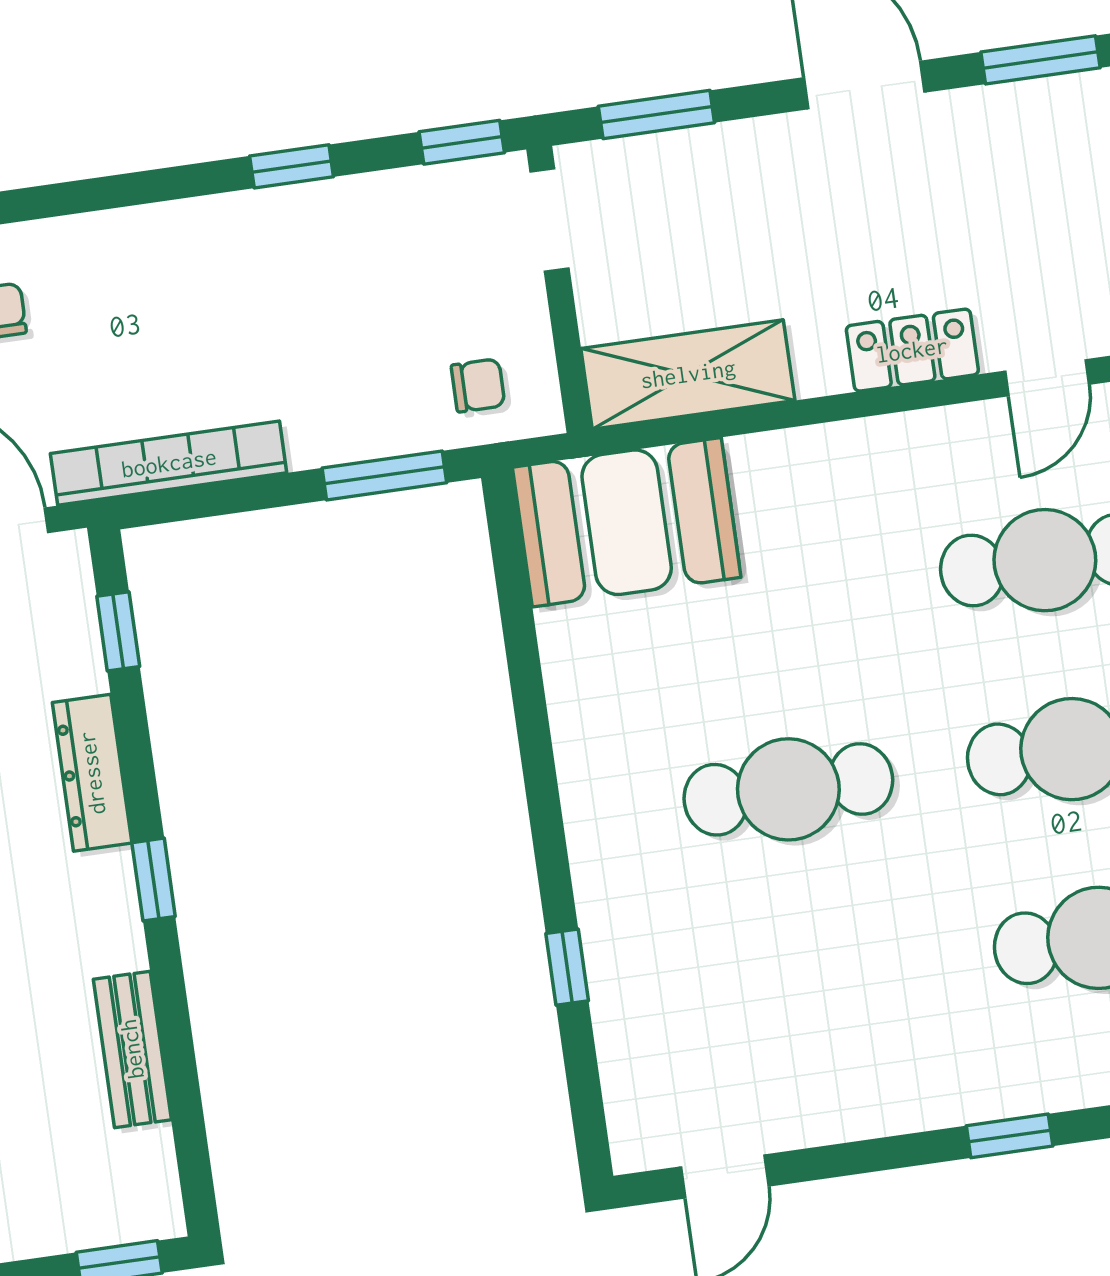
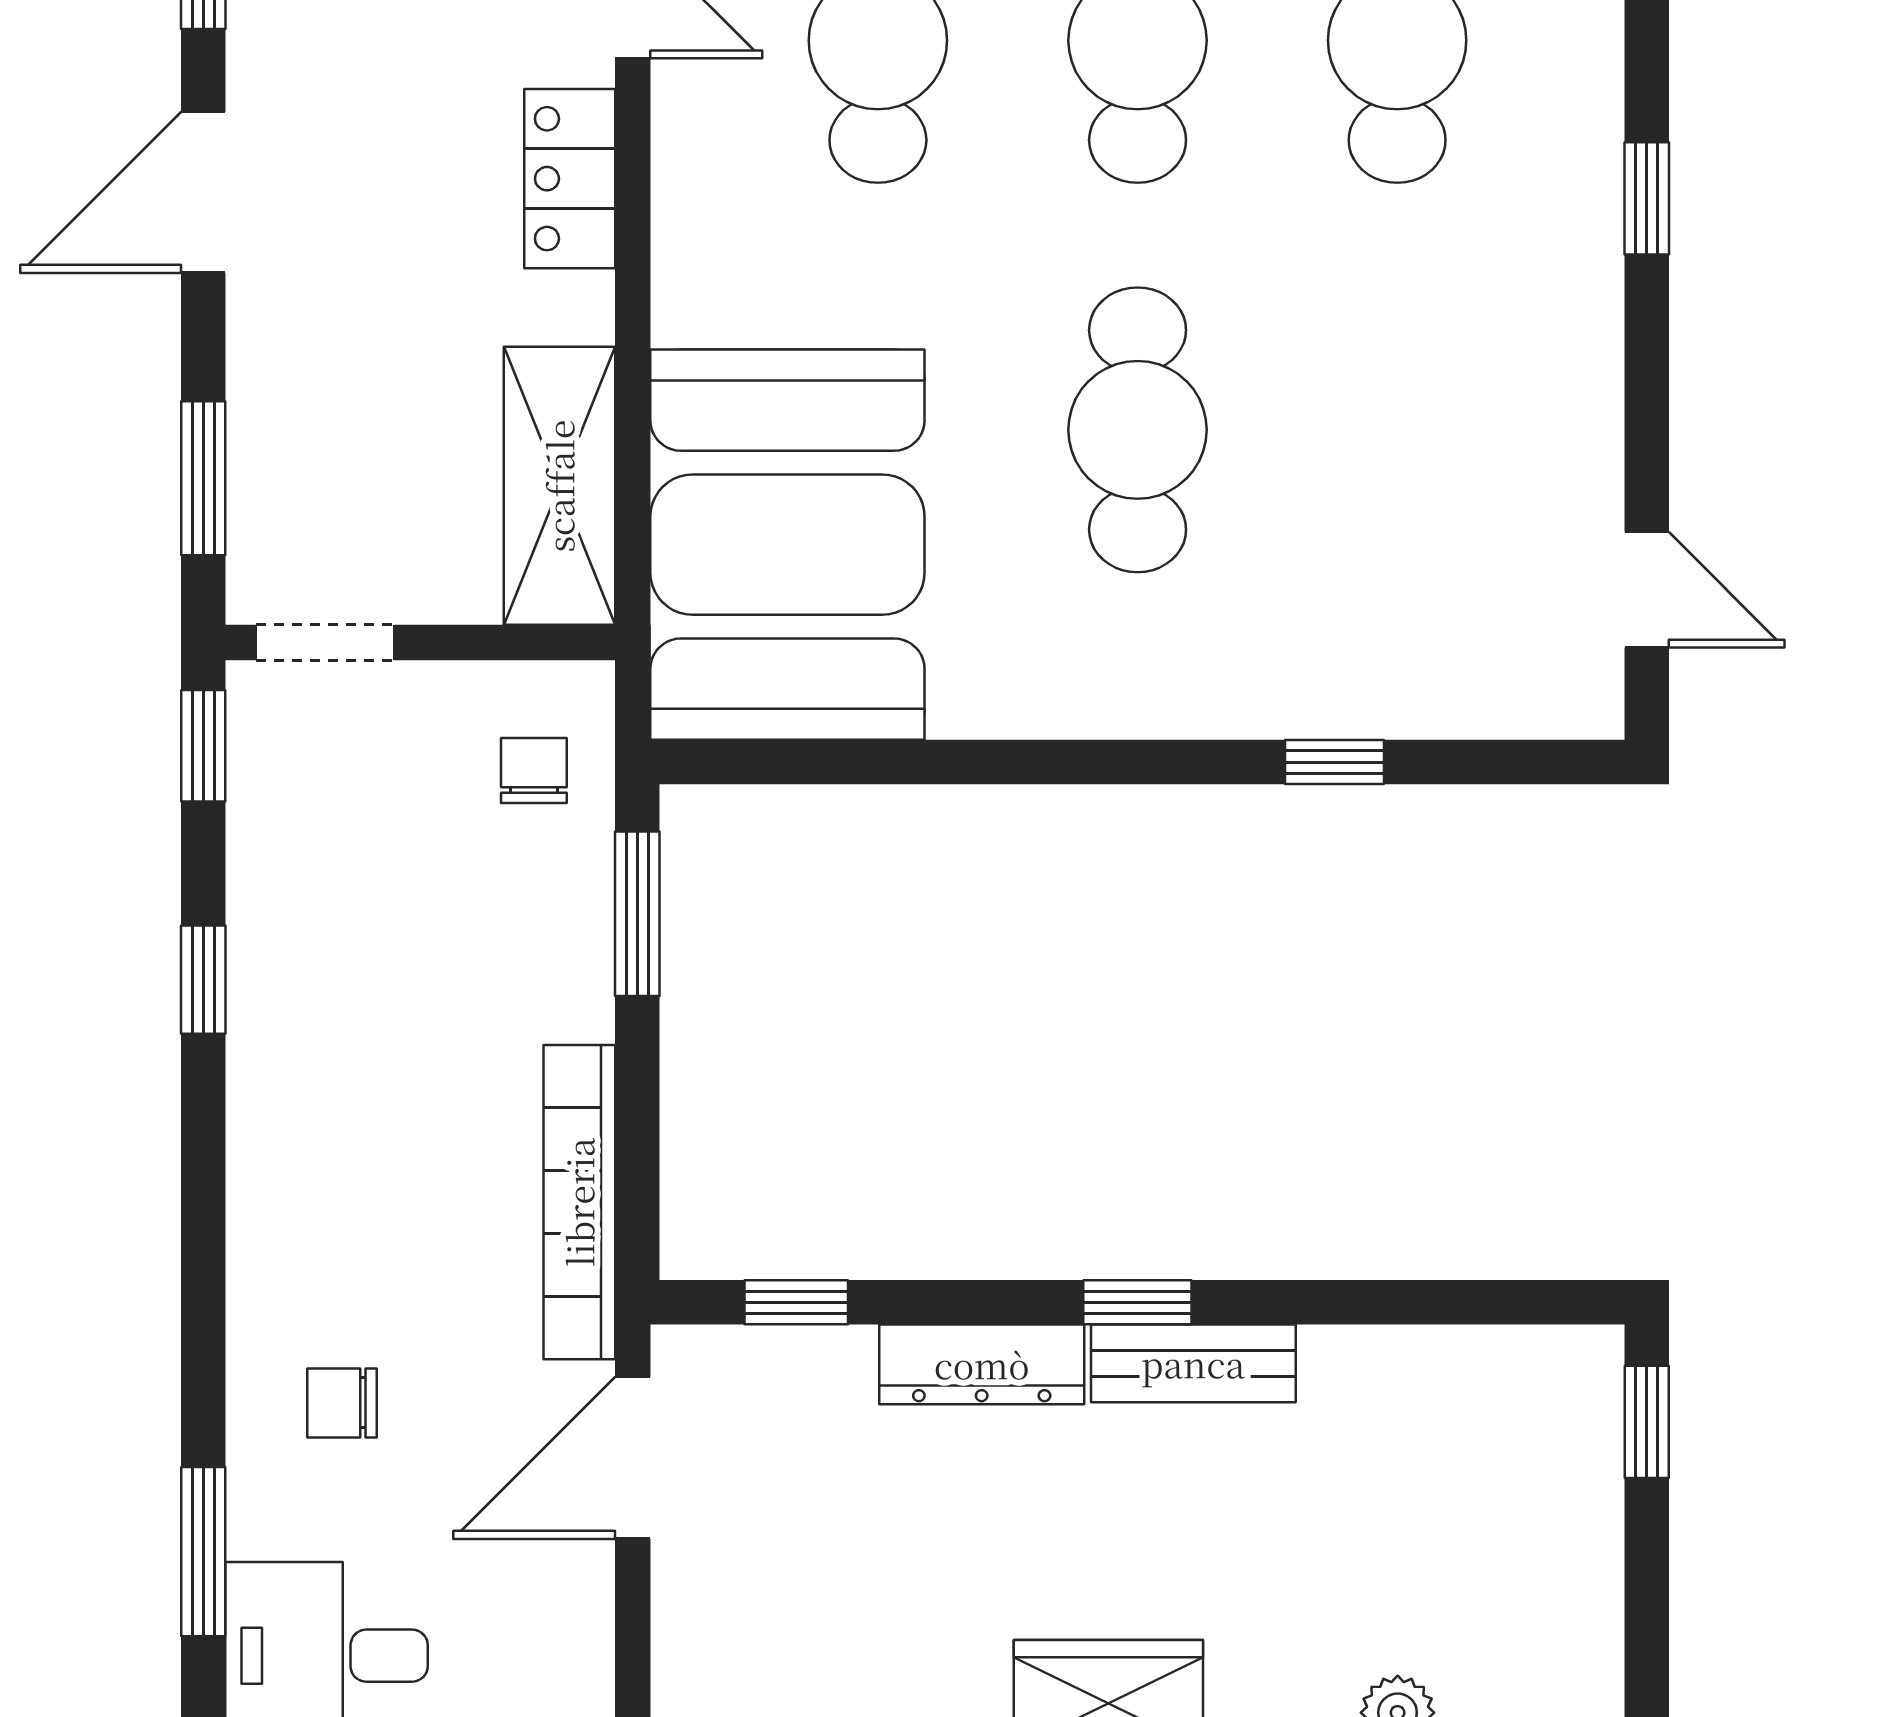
booth: (627, 522) -> (787, 545), width x1.36, depth x1.42
bench: (132, 1049) -> (1193, 1363), moved

